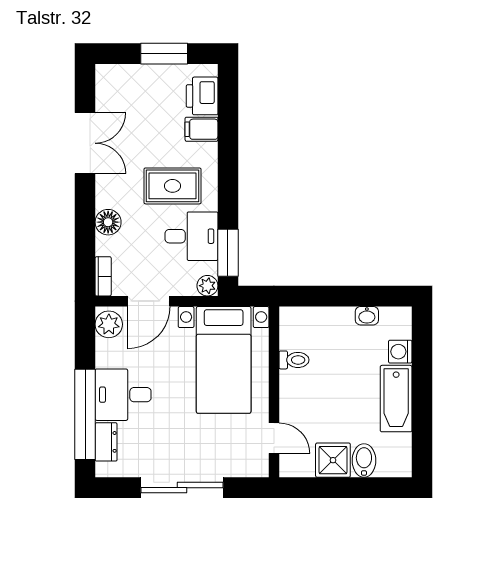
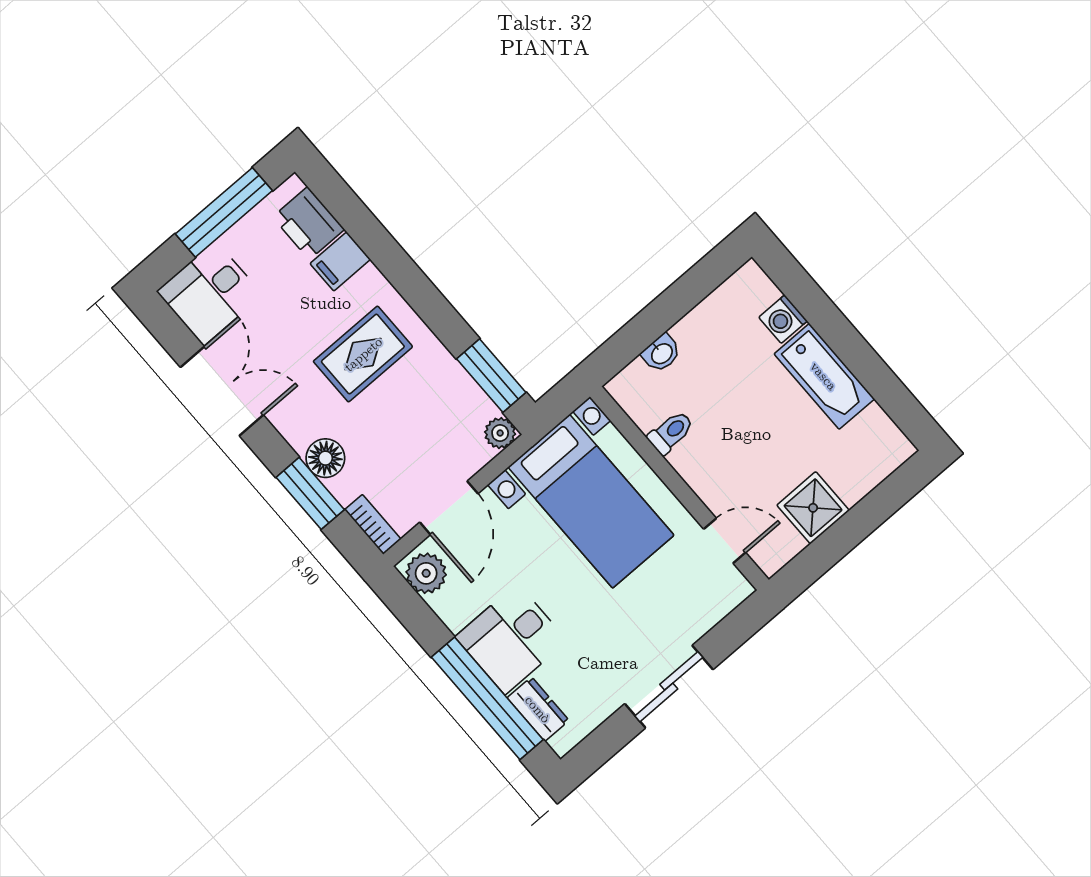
window: (164, 54) -> (224, 212), width x1.44
window: (85, 233) -> (310, 493), added
desk: (191, 236) -> (210, 293), moved, turned 180
washbasin: (367, 316) -> (661, 353), moved
bidet: (364, 460) -> (848, 478), removed
sliding door: (182, 488) -> (669, 687), width x0.73

